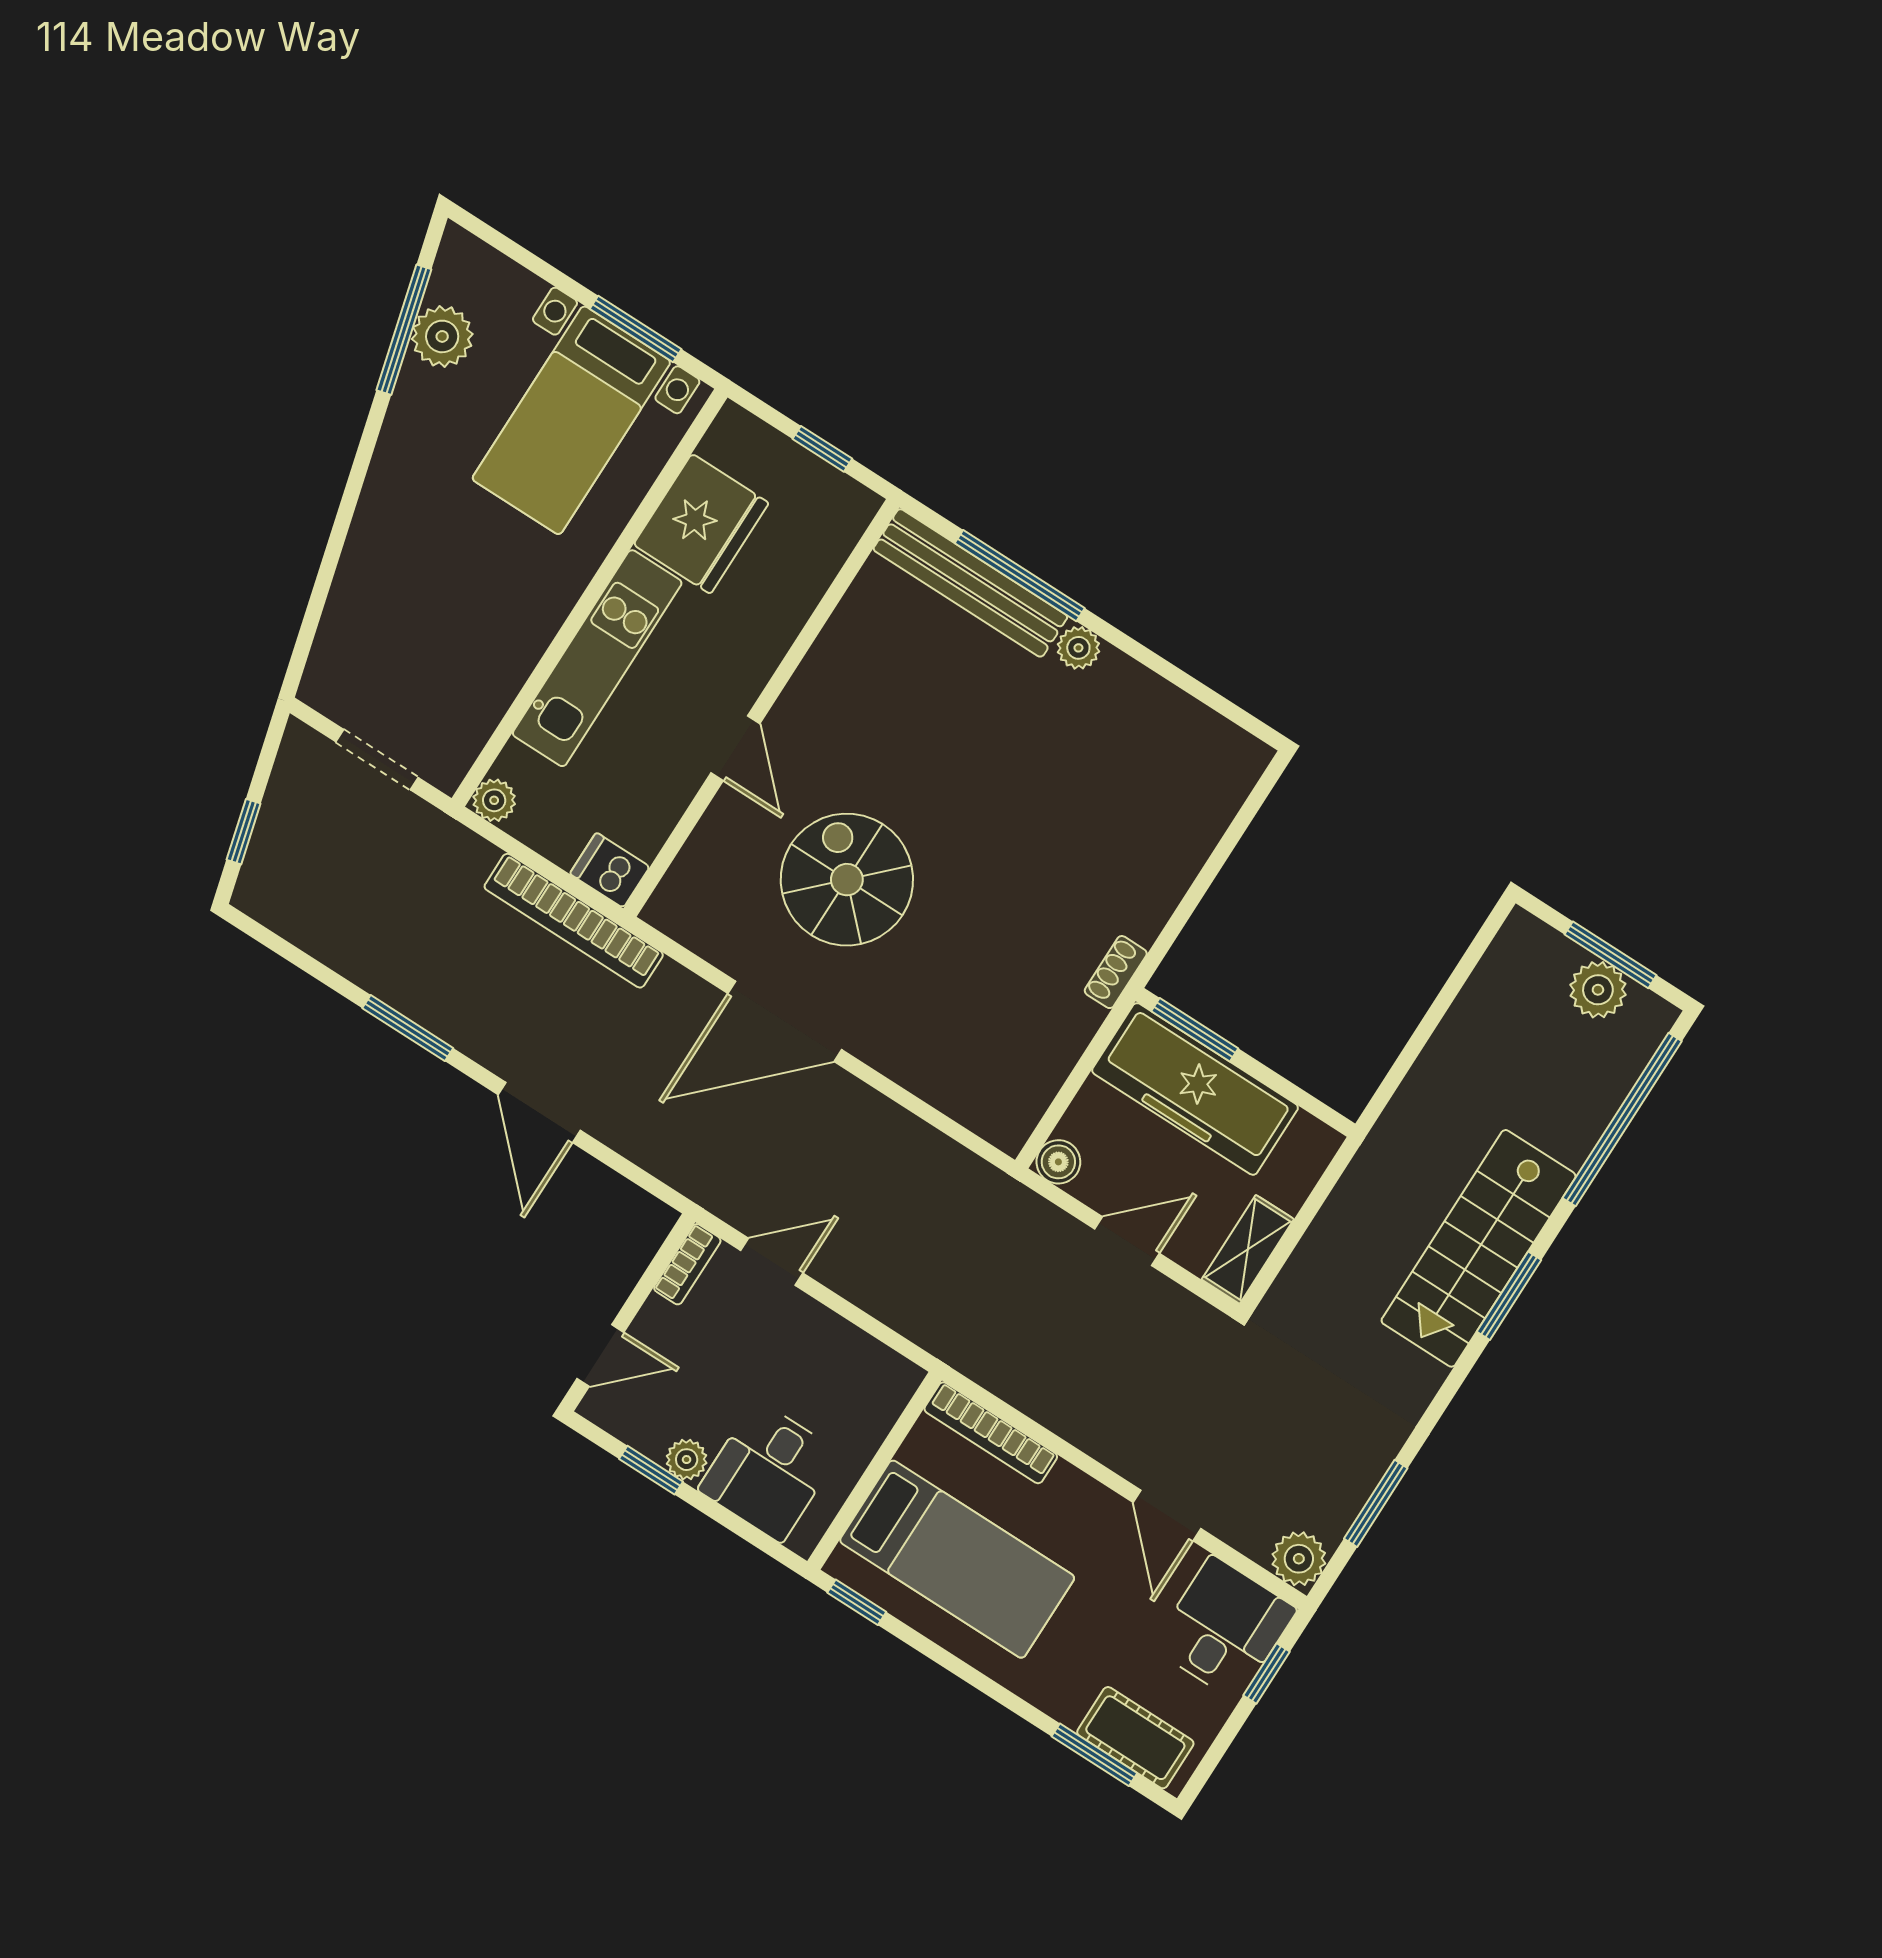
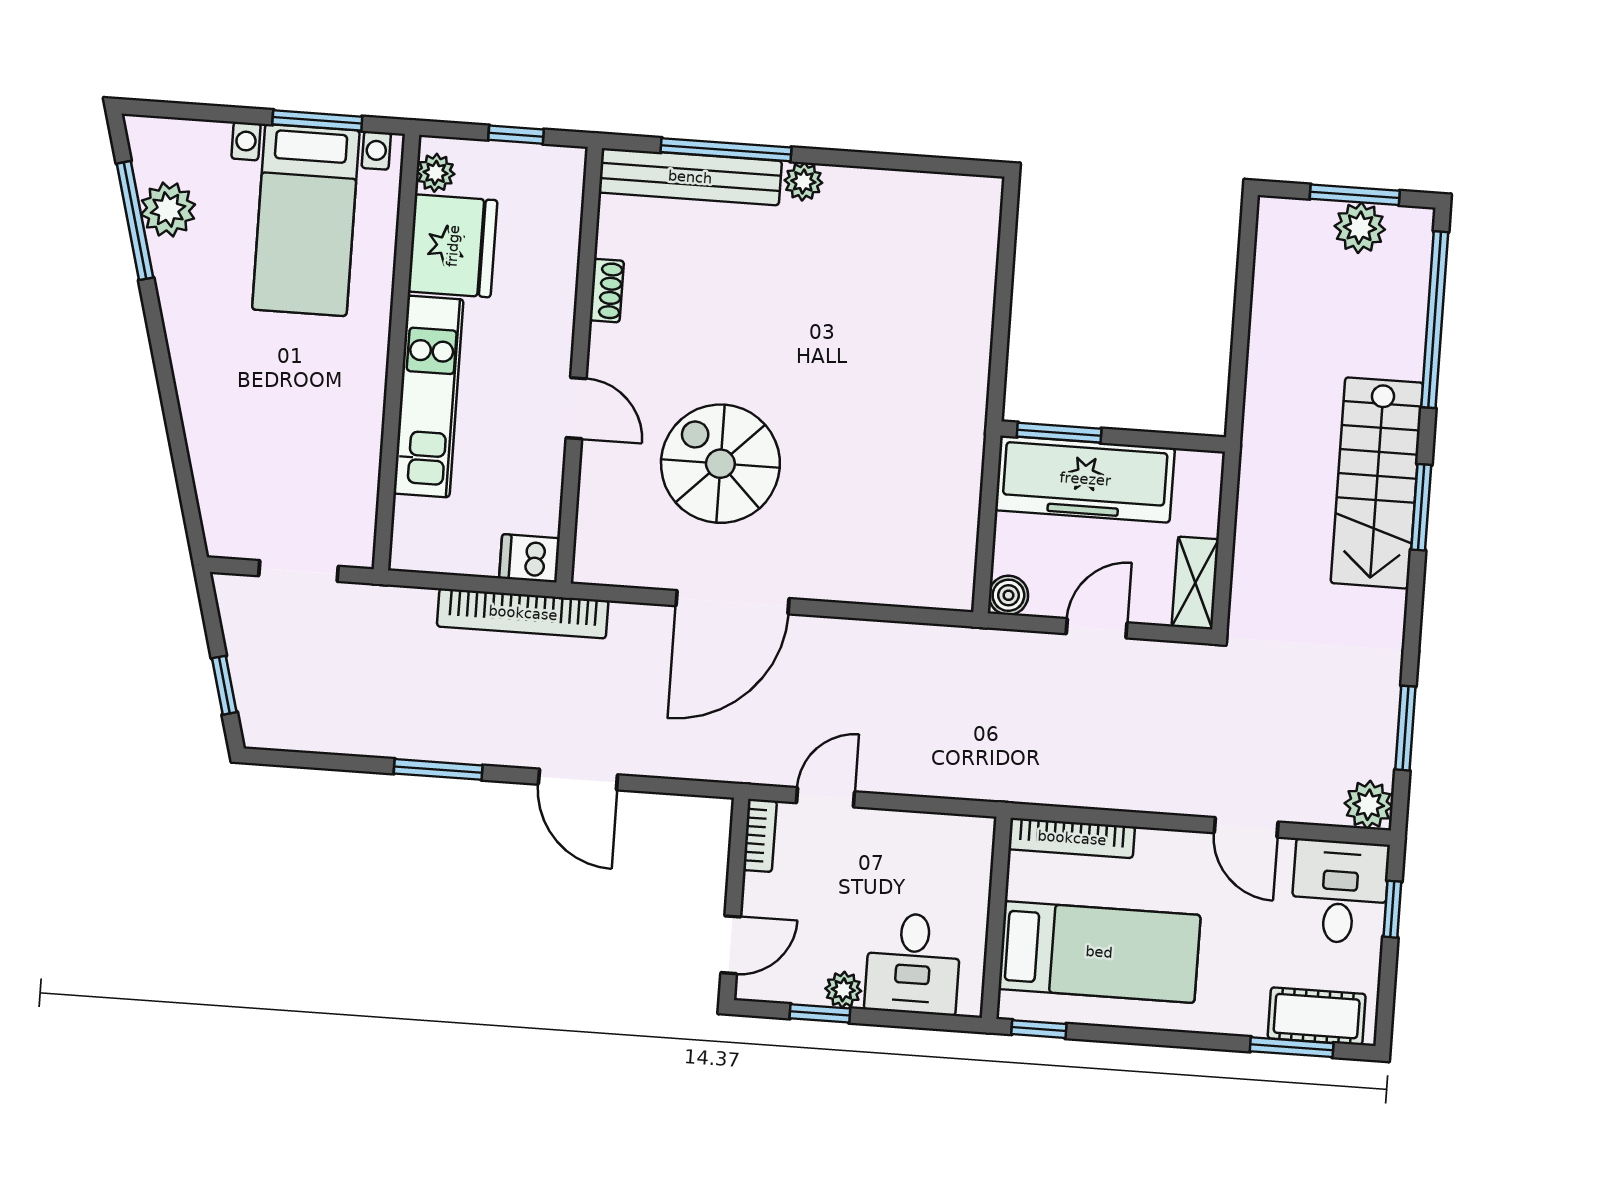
plant: (494, 800) -> (436, 173), moved
shoe rack: (1116, 972) -> (607, 291), moved, turned 180

